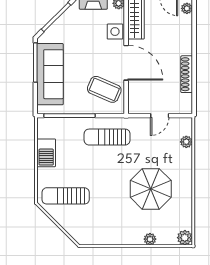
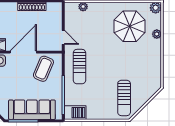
door: (160, 116) -> (63, 37), moved
barbecue: (46, 153) -> (75, 113), moved
parasol: (151, 189) -> (130, 26), moved

